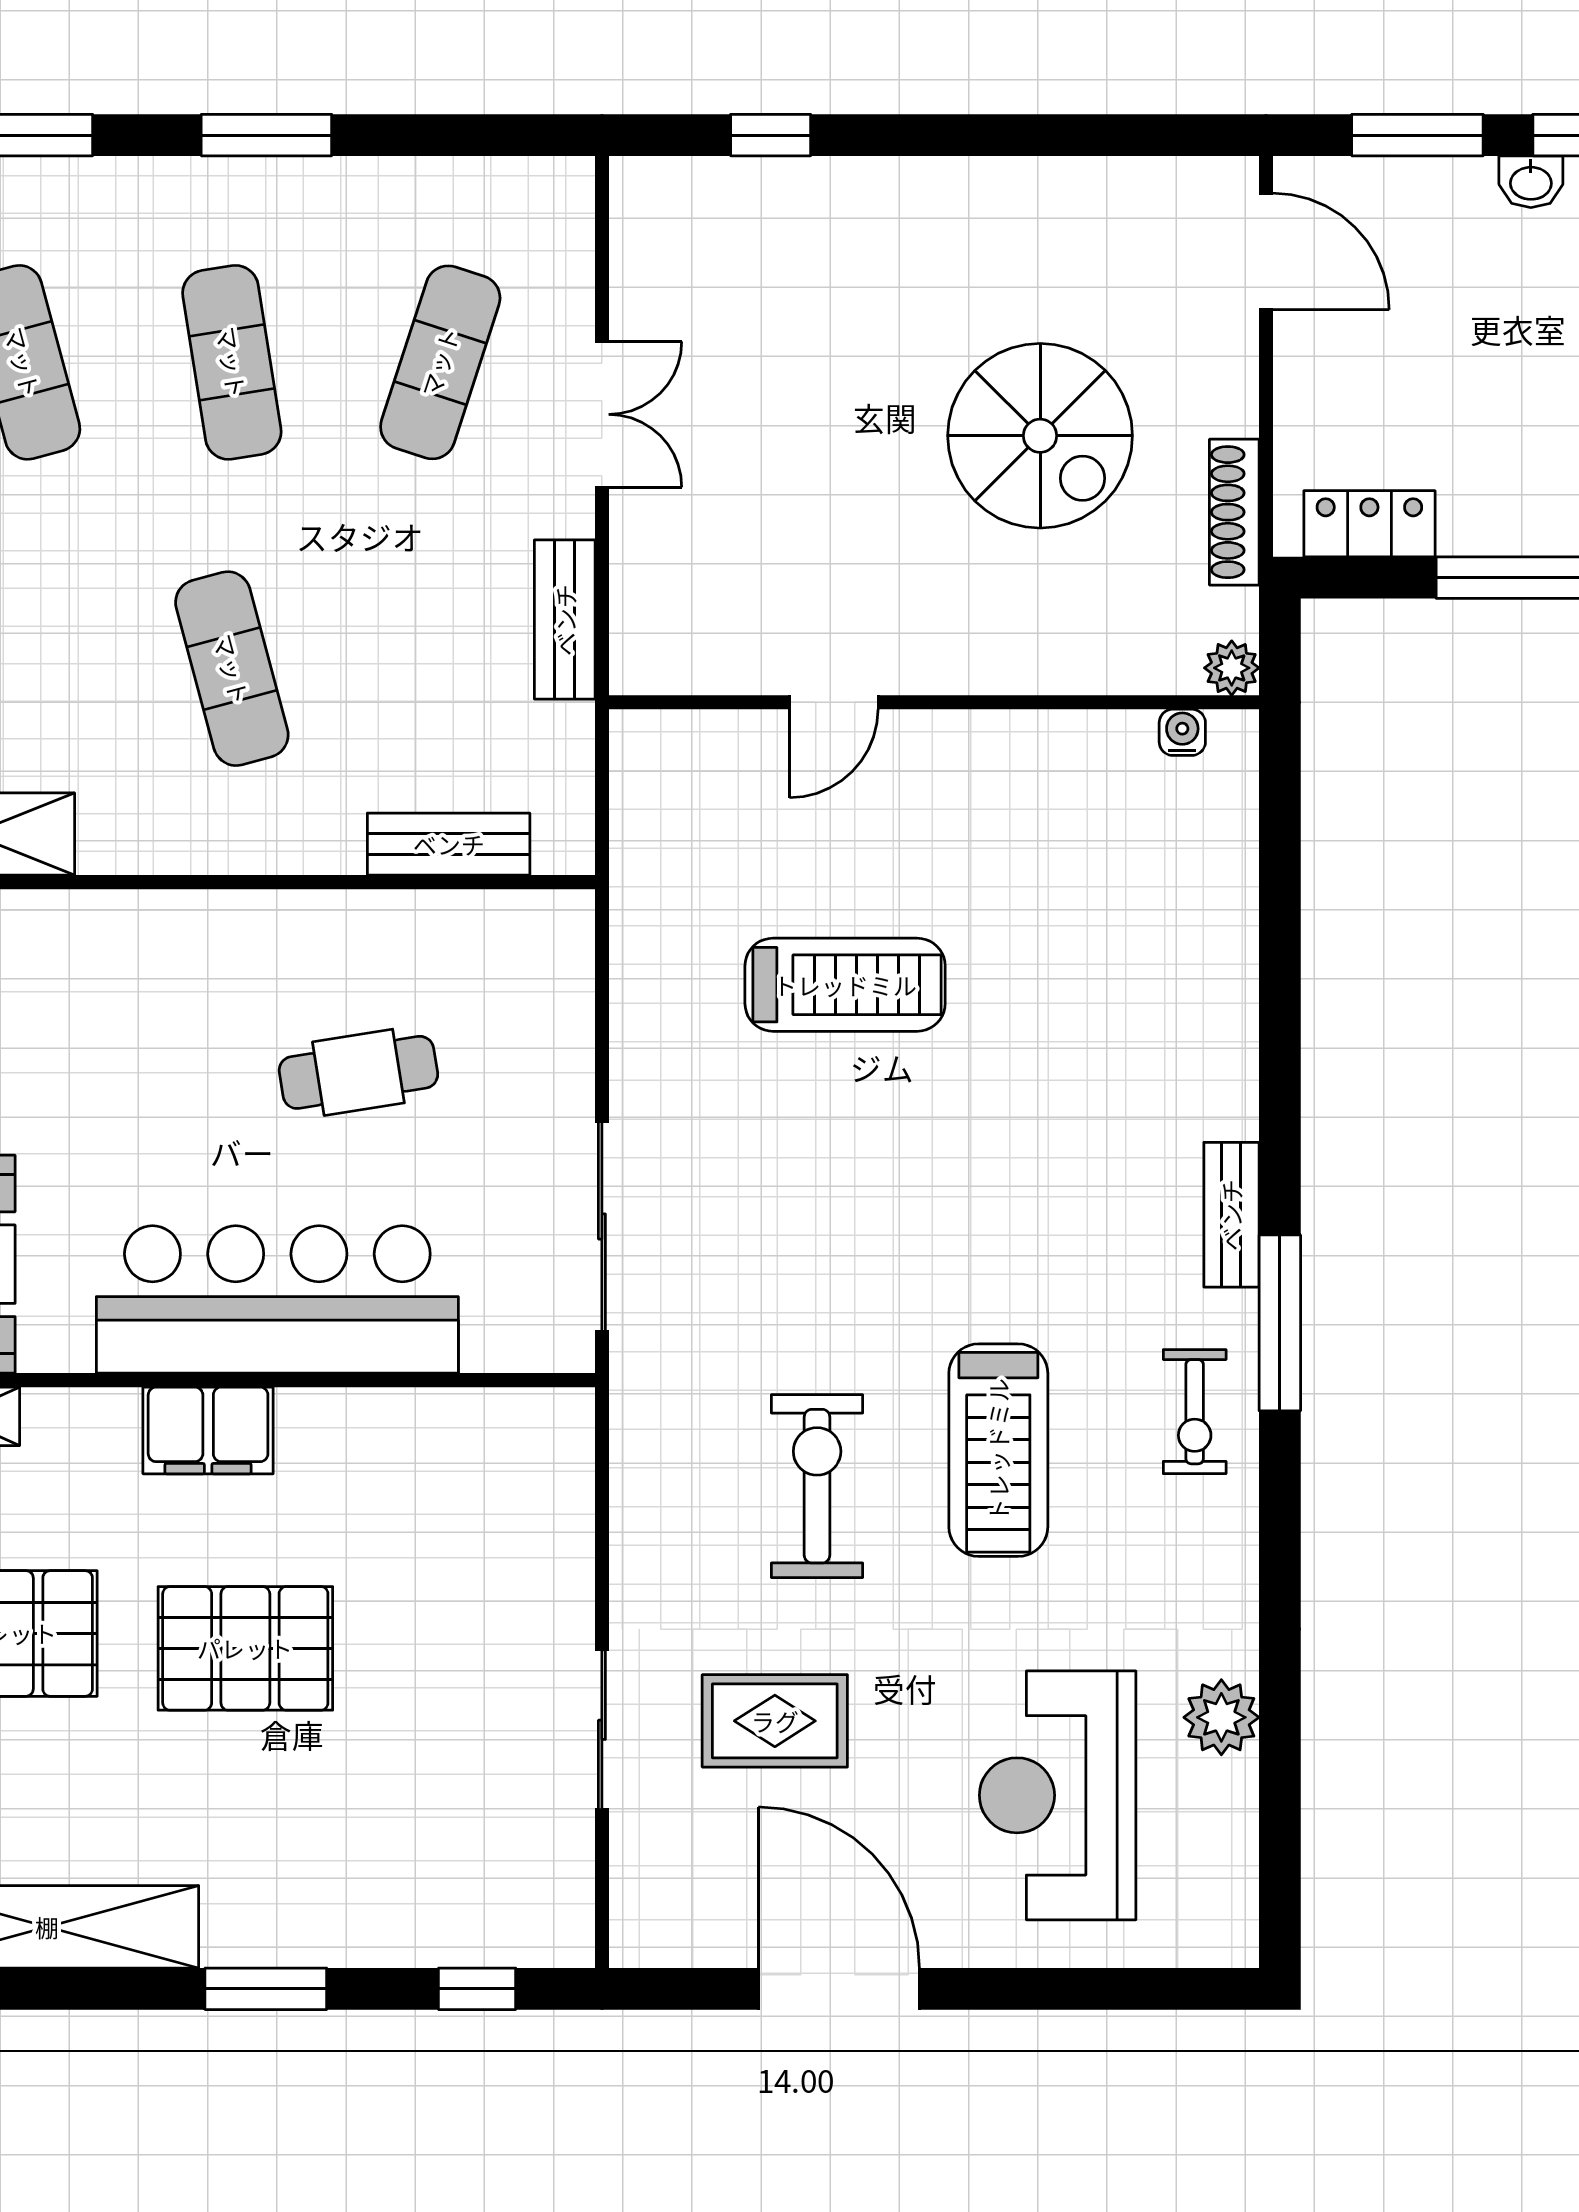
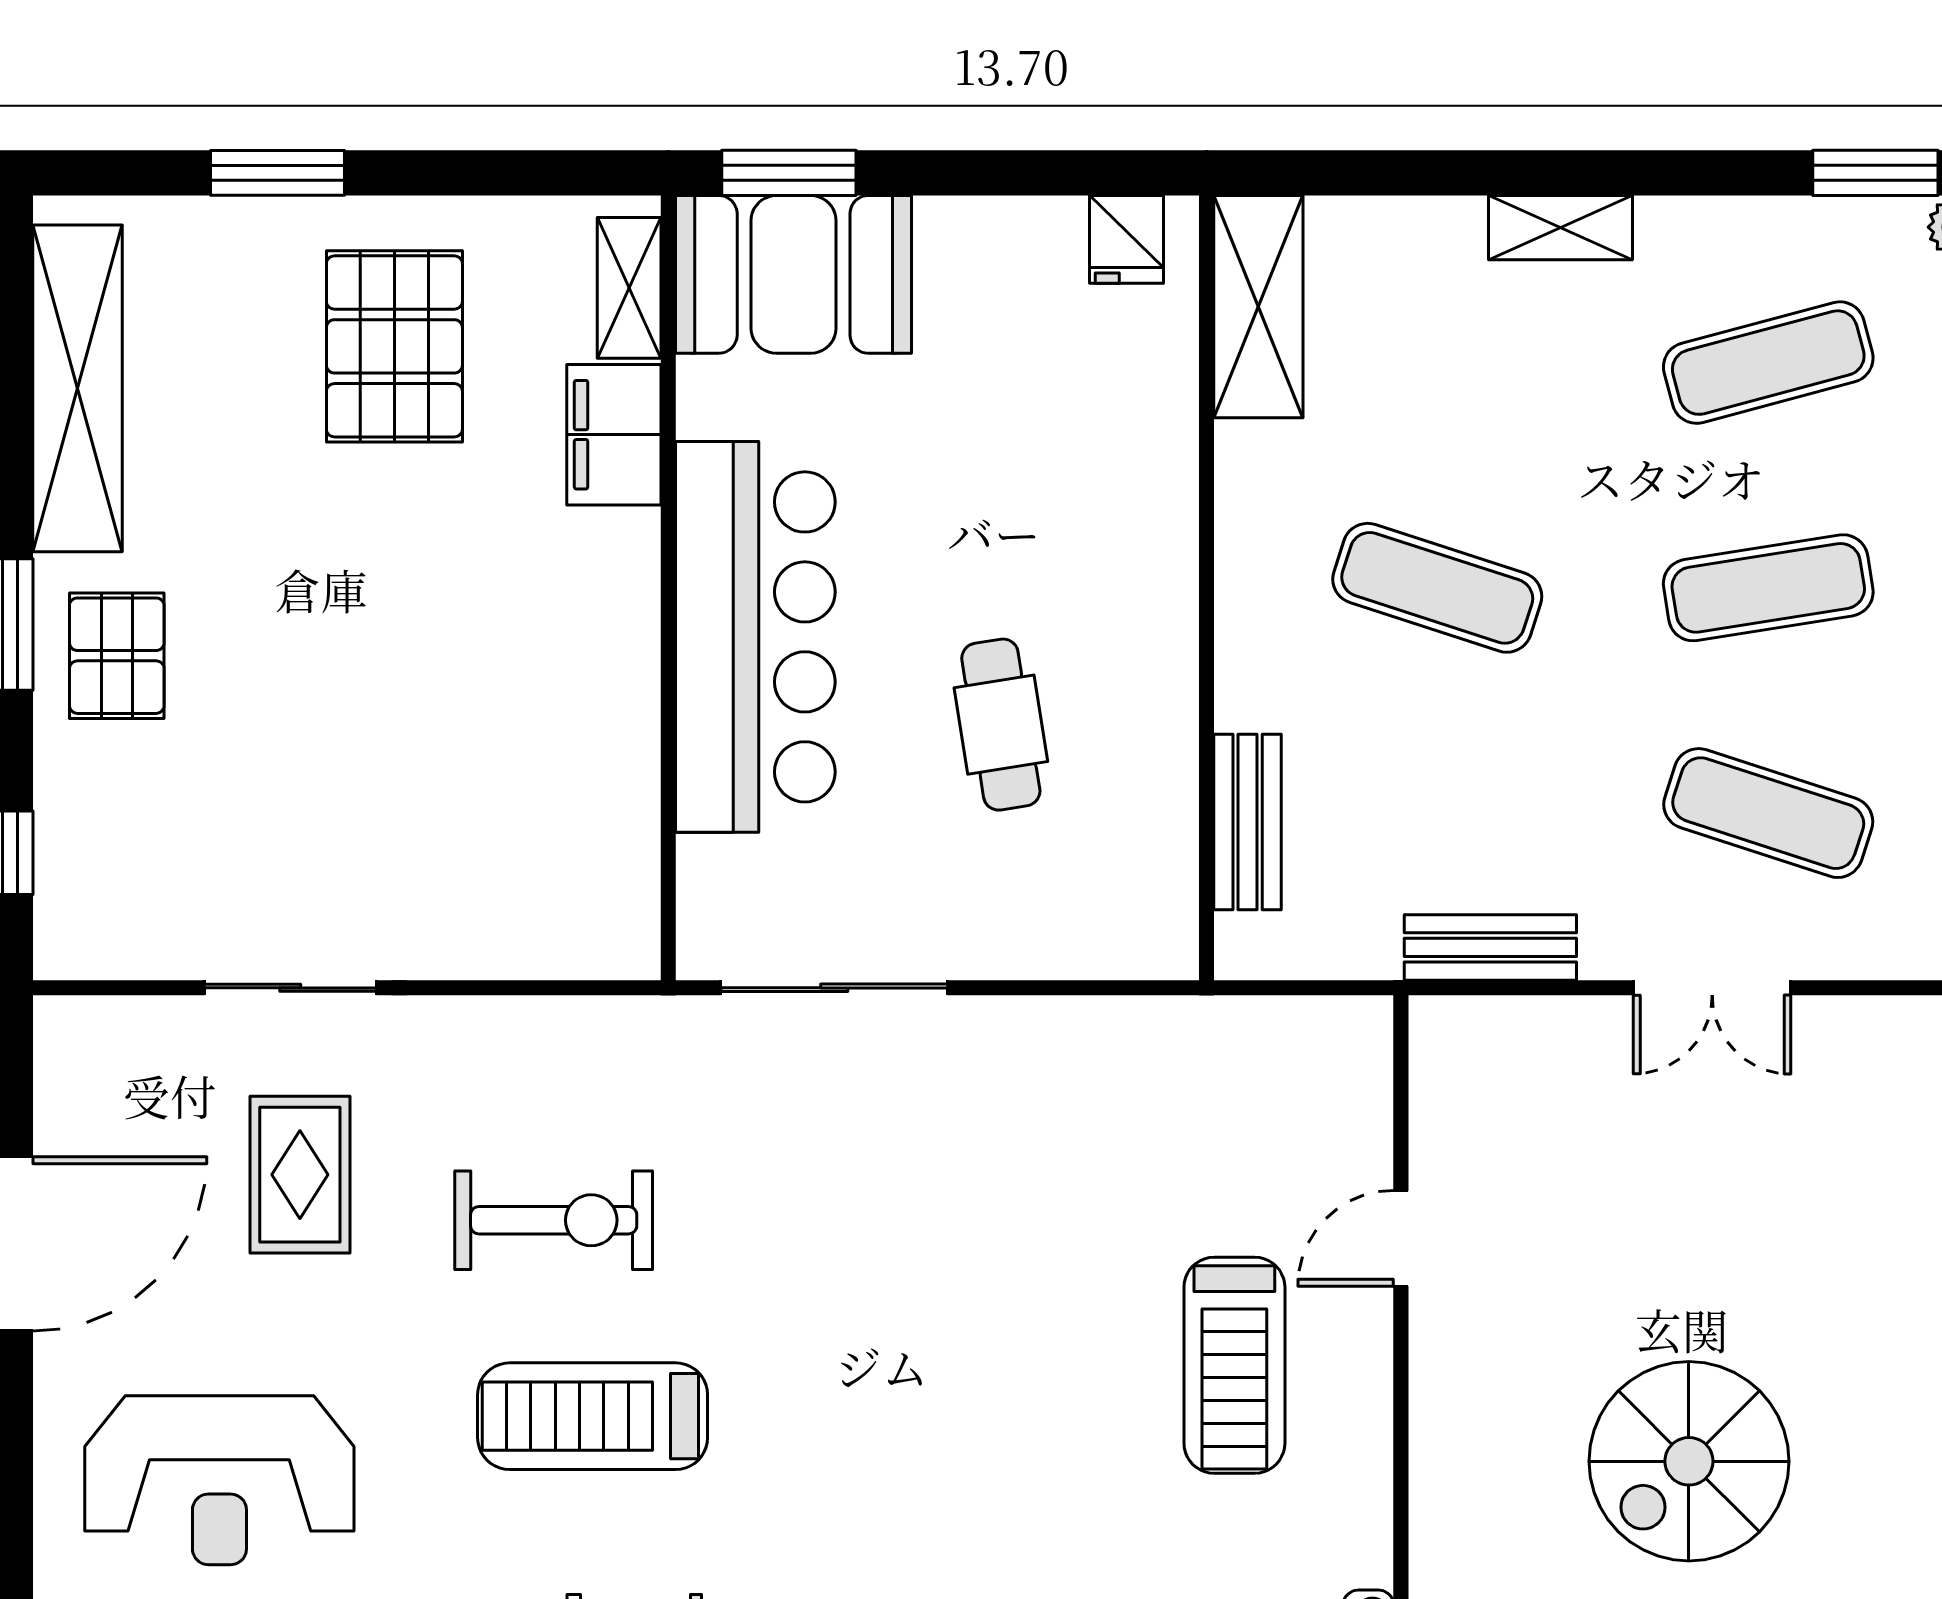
exercise mat: (232, 669) -> (1437, 588), turned 33
door: (834, 702) -> (1401, 1238), hinge flipped
treadmill: (845, 985) -> (1234, 1365), moved
filing cabinet: (208, 1430) -> (614, 435), moved
pallet: (245, 1648) -> (117, 656), moved, width x0.67, depth x0.71
reception desk: (1058, 1795) -> (219, 1480), turned 180

